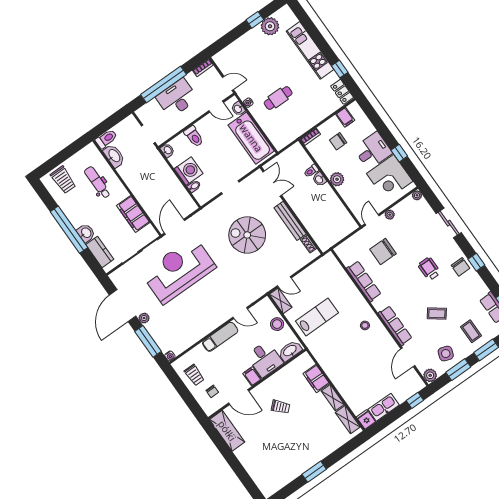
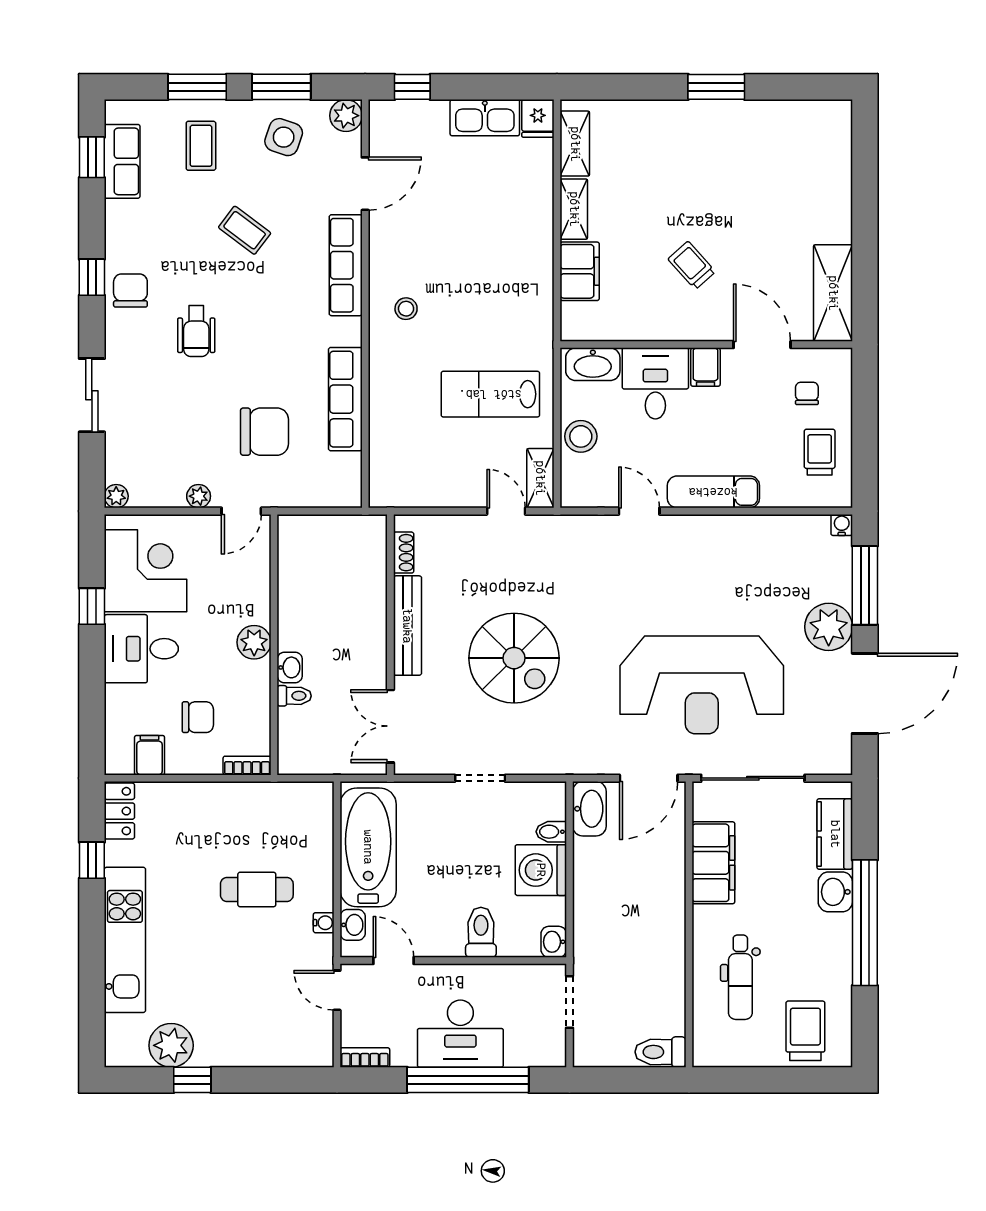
washbasin: (114, 156) -> (589, 809), moved, turned 180
plant: (144, 318) -> (829, 627), width x1.87, depth x1.87

